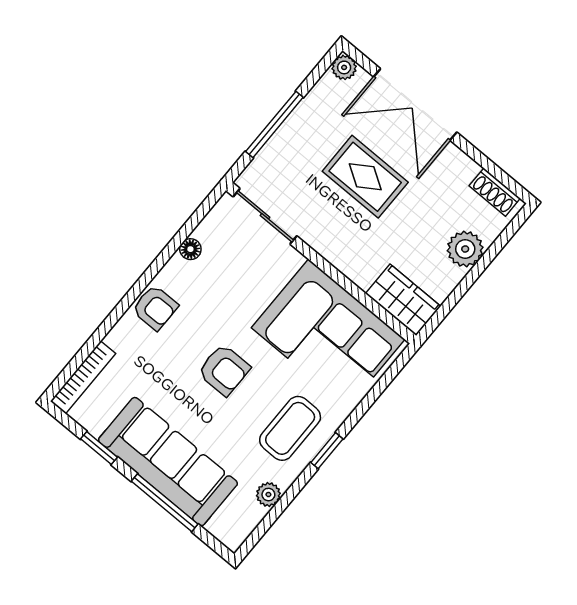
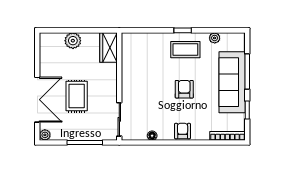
shoe rack: (495, 192) -> (45, 47), removed
corner sofa: (328, 334) -> (142, 64), removed

